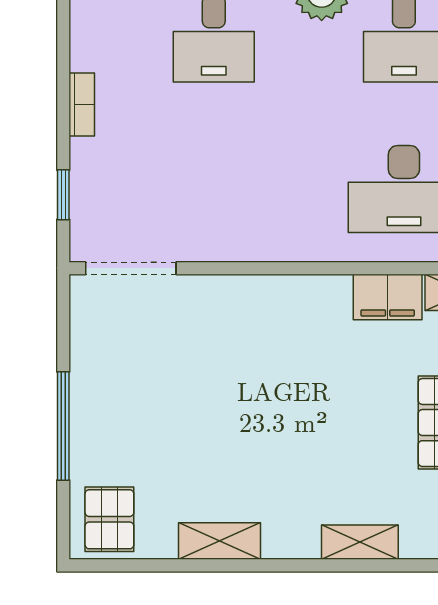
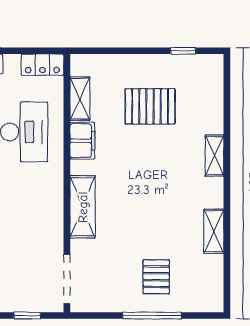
shelving: (265, 297) -> (83, 207), added
pallet: (109, 519) -> (156, 277), moved, turned 90

